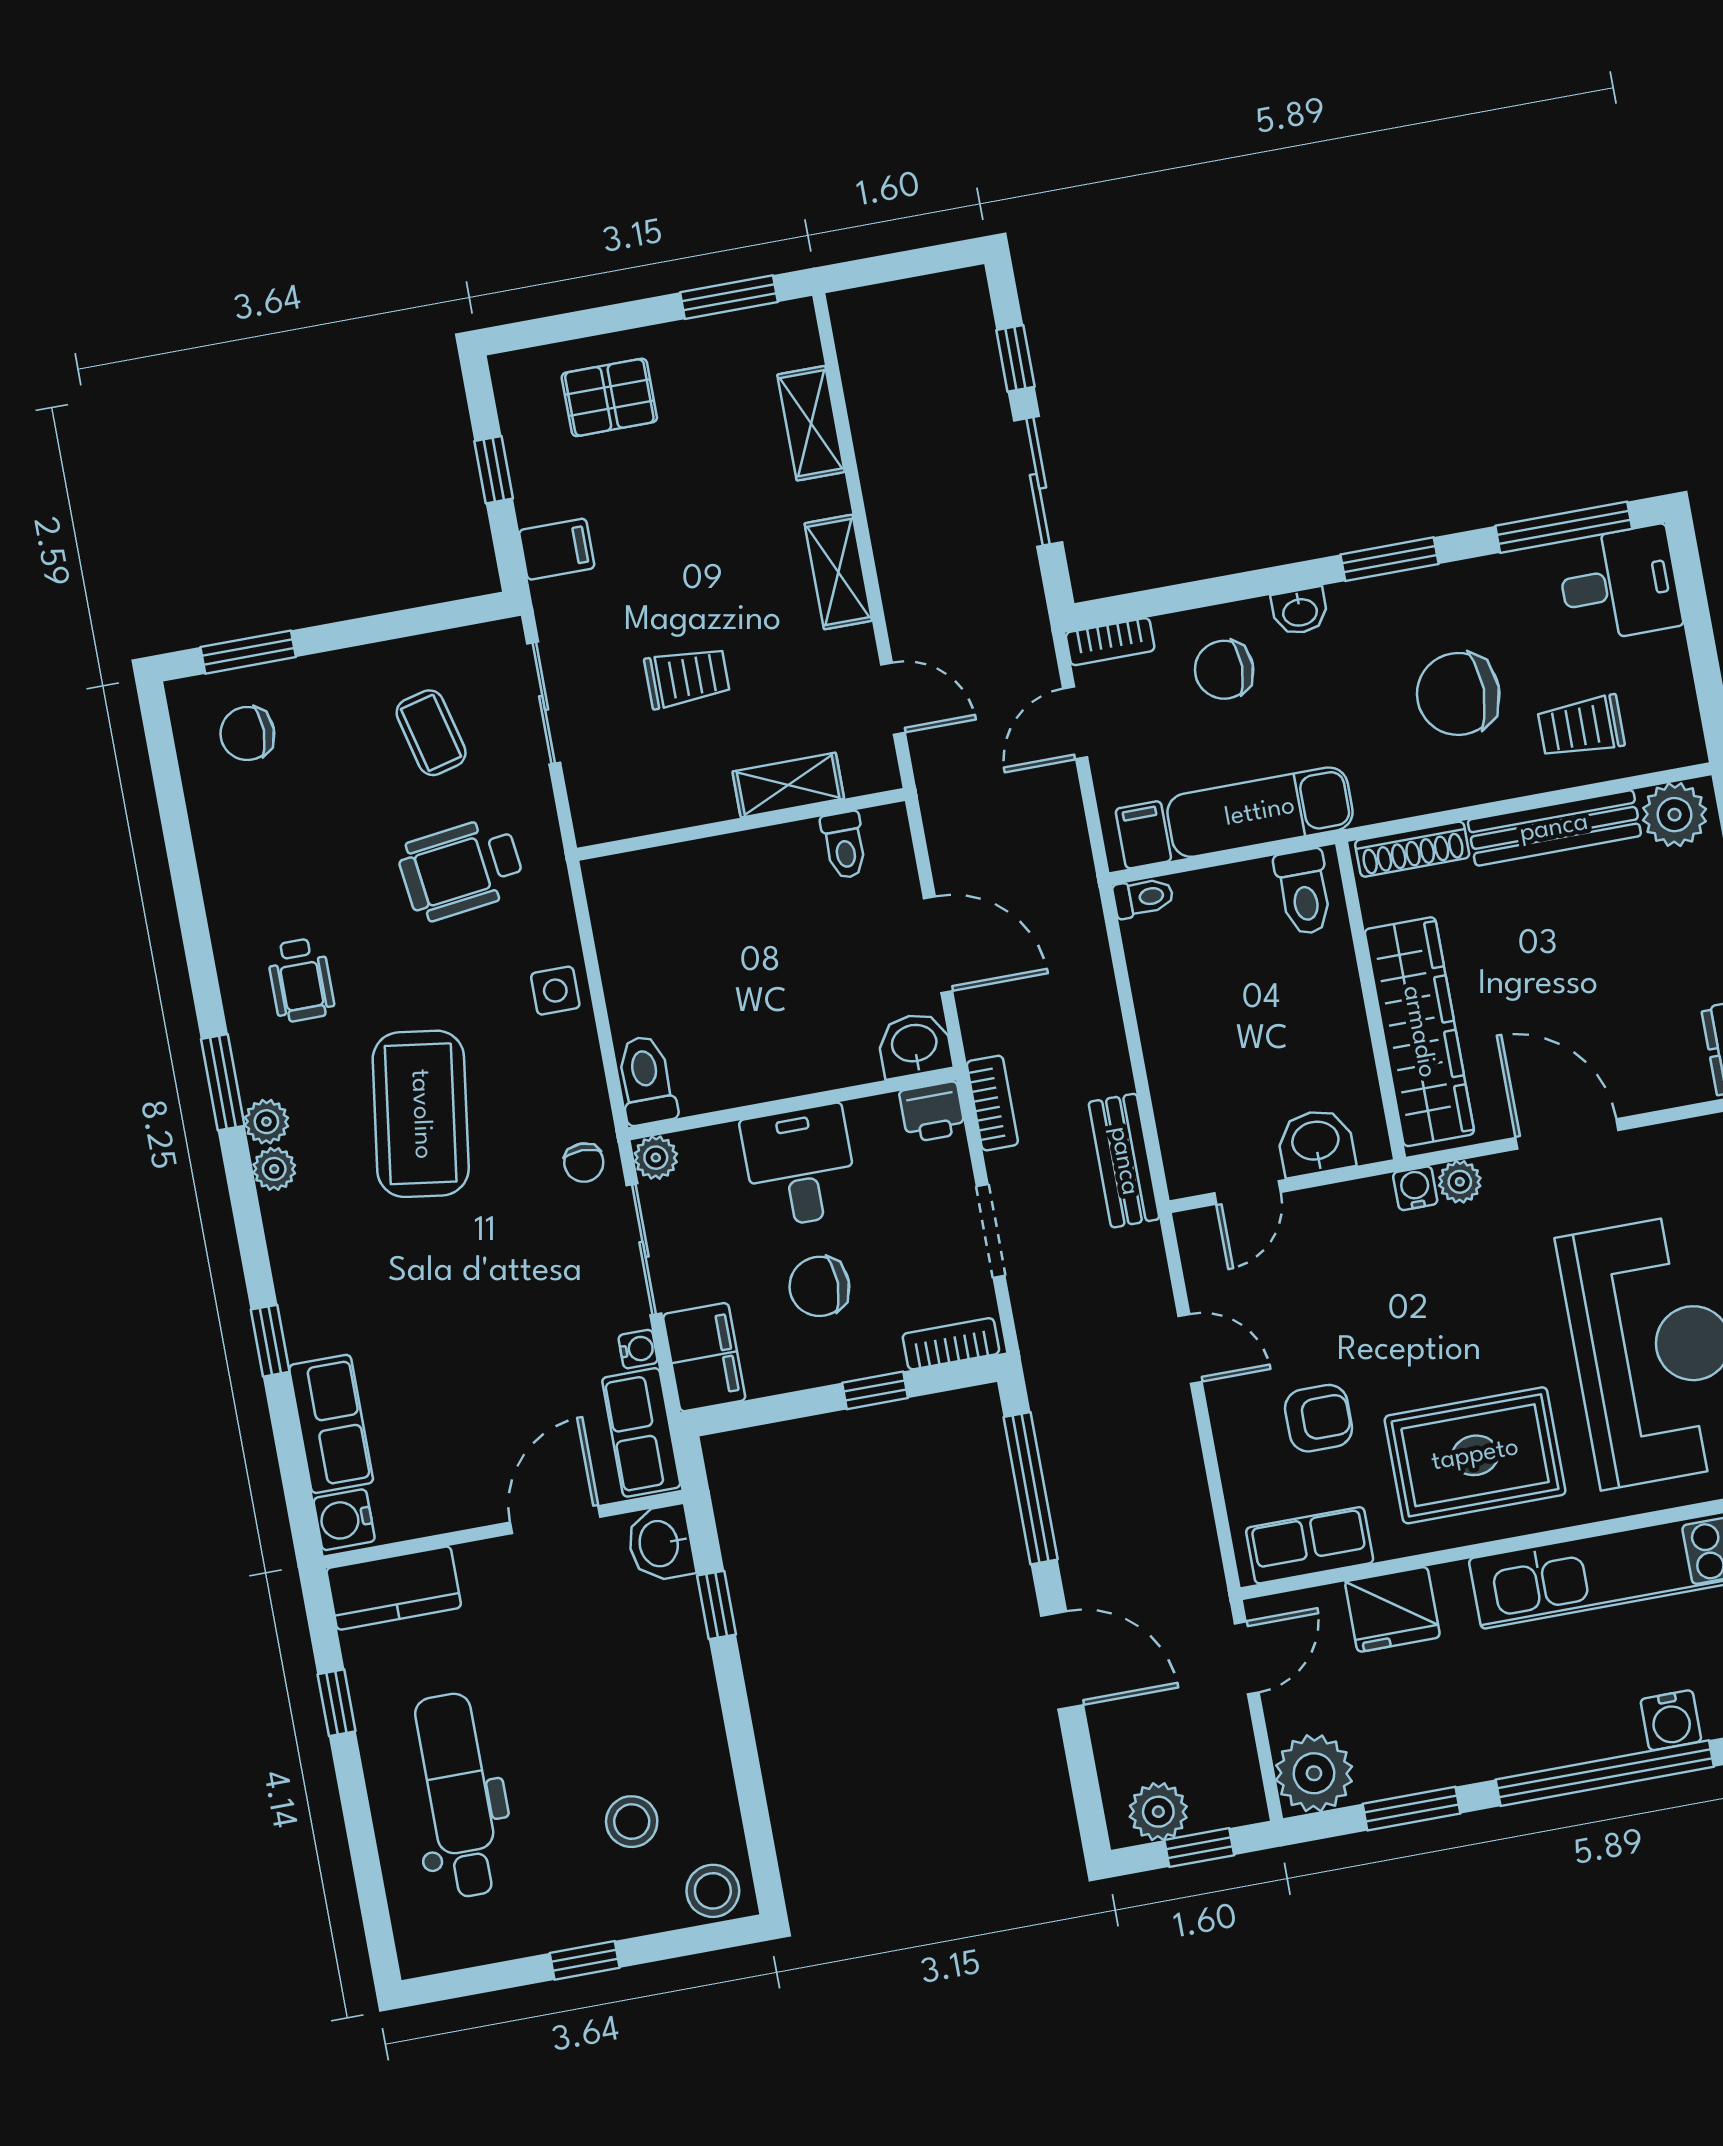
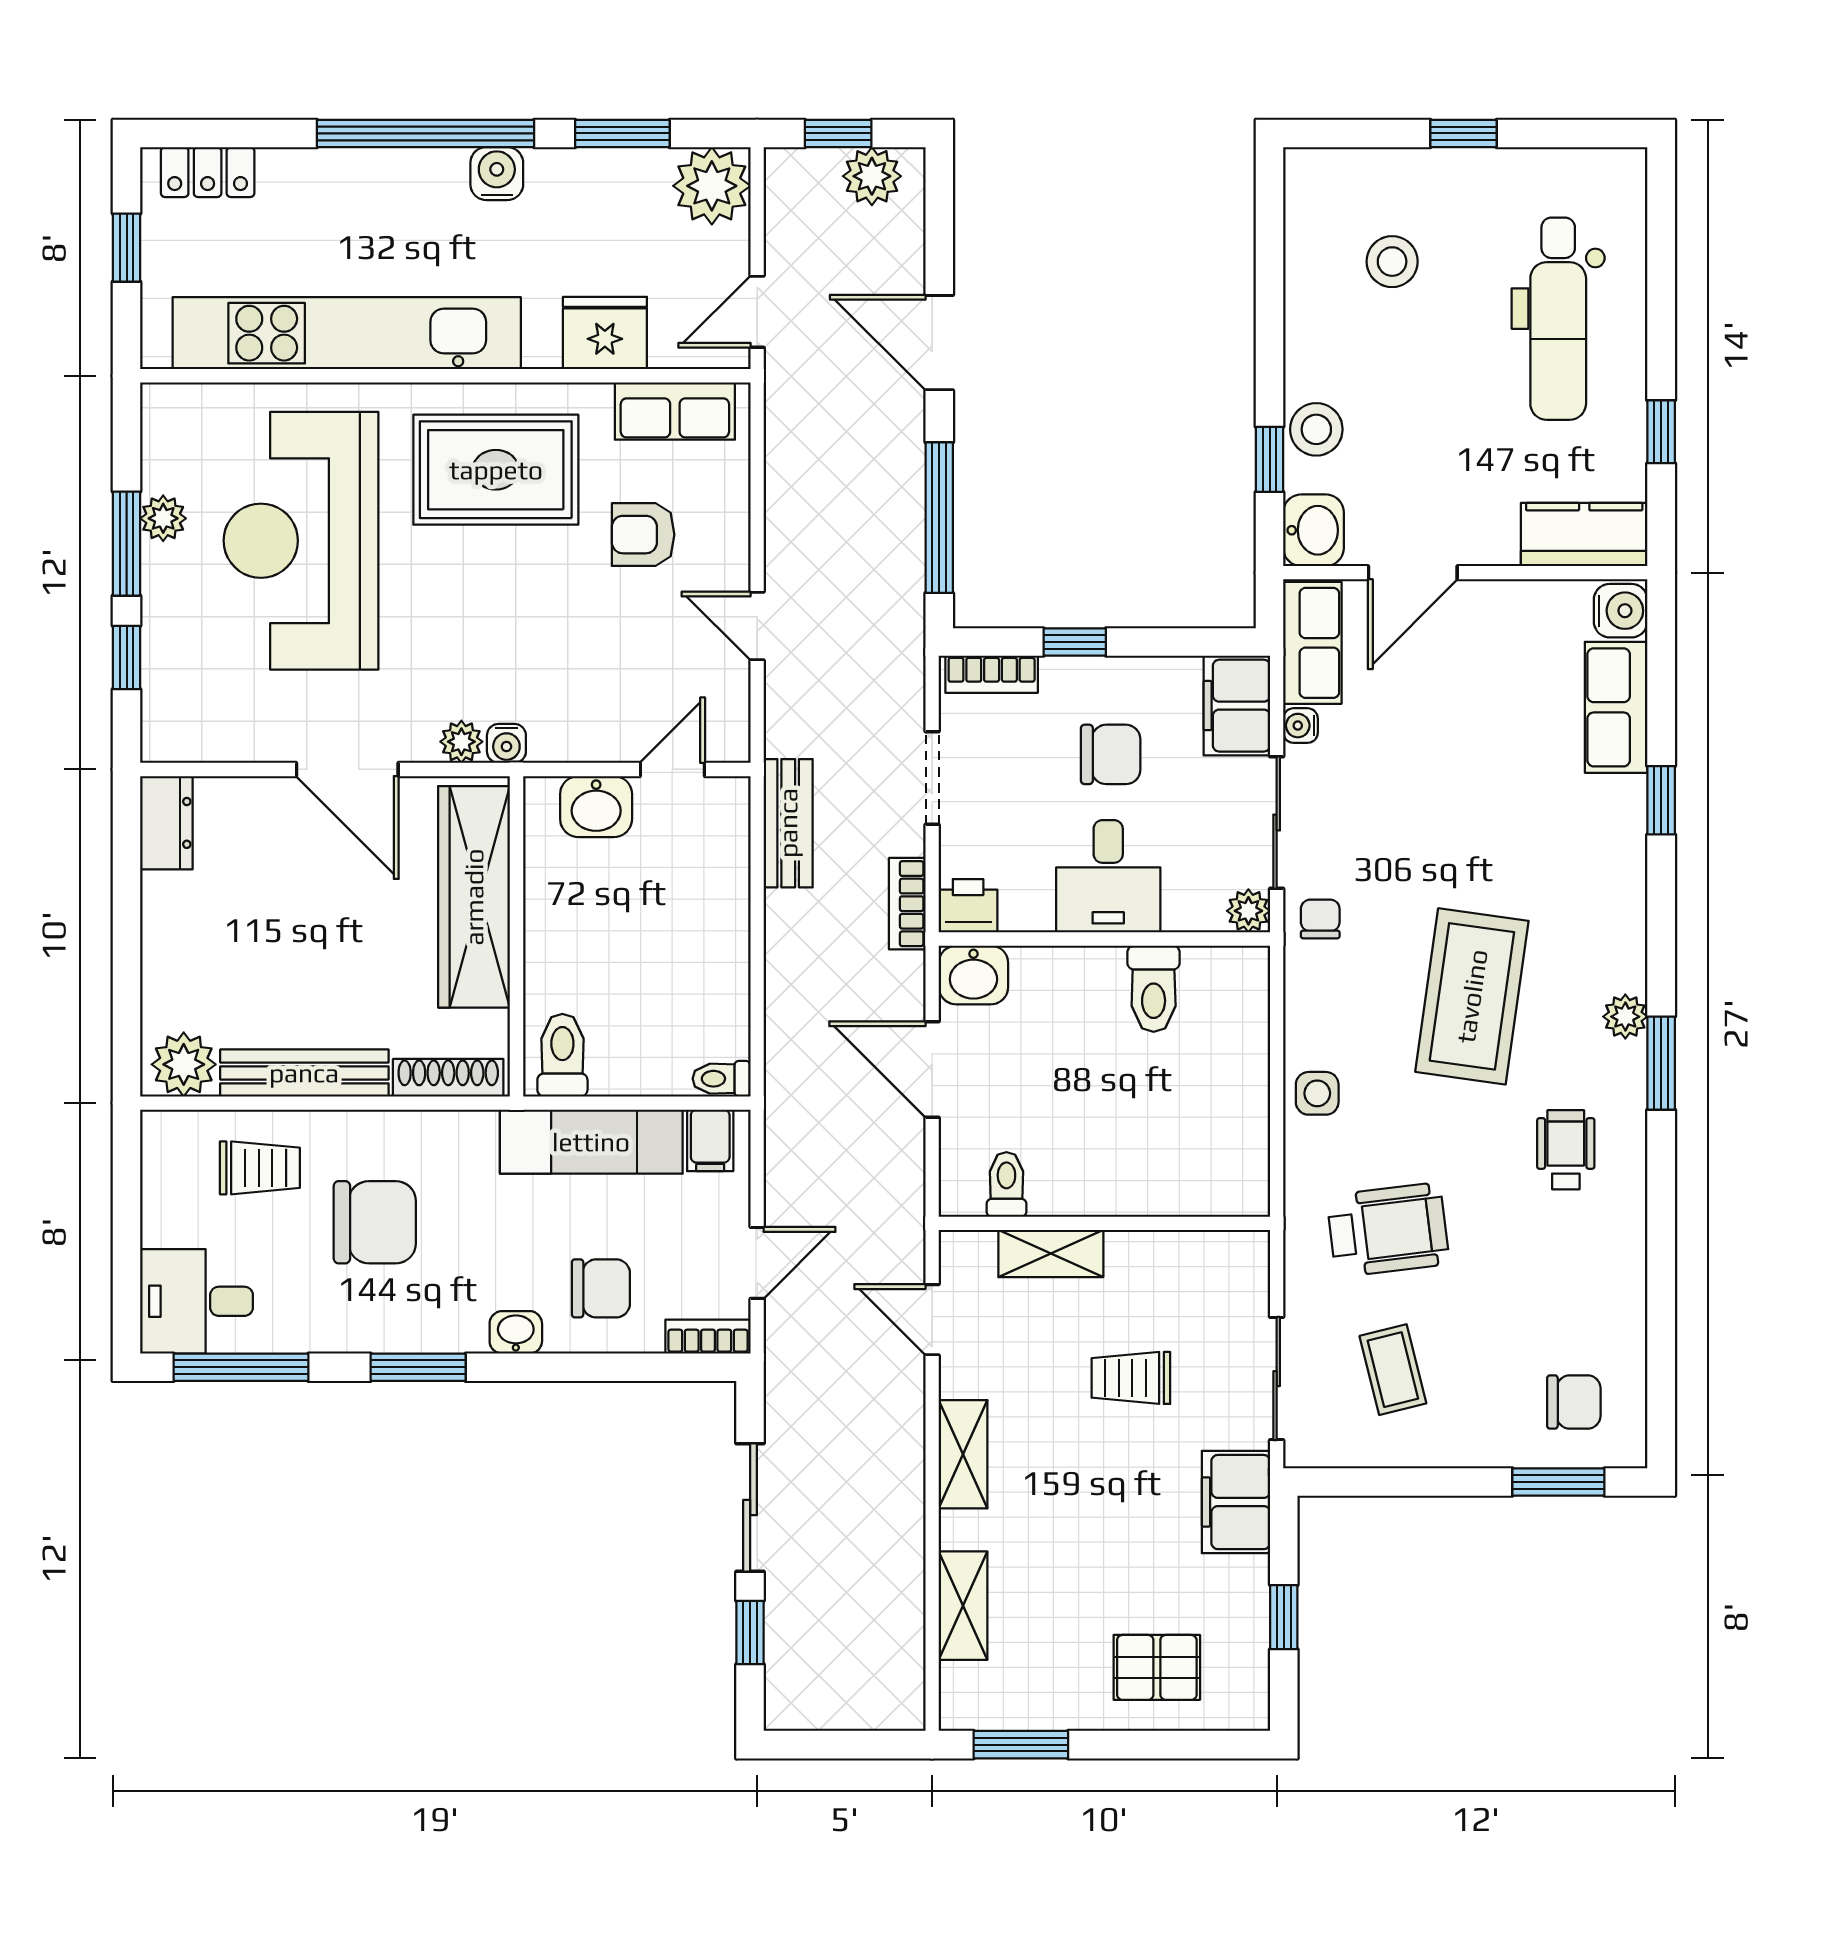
filing cabinet: (557, 549) -> (1236, 1502), width x2.00
toilet: (646, 1080) -> (1154, 989), moved
plant: (274, 1169) -> (1626, 969), removed
water cooler: (1671, 1720) -> (497, 174), moved
stool: (713, 1891) -> (1316, 429), moved

